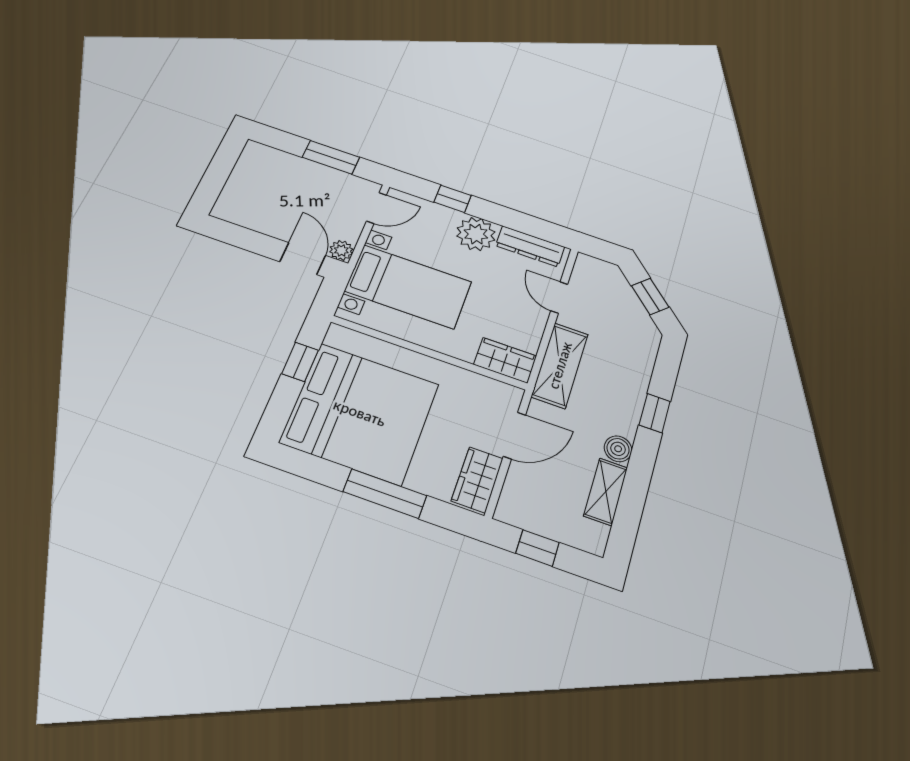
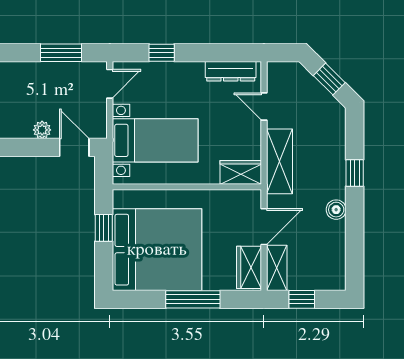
plant: (476, 234) -> (188, 77), removed
plant: (341, 250) -> (42, 130), moved
shelving: (606, 492) -> (277, 268), moved

